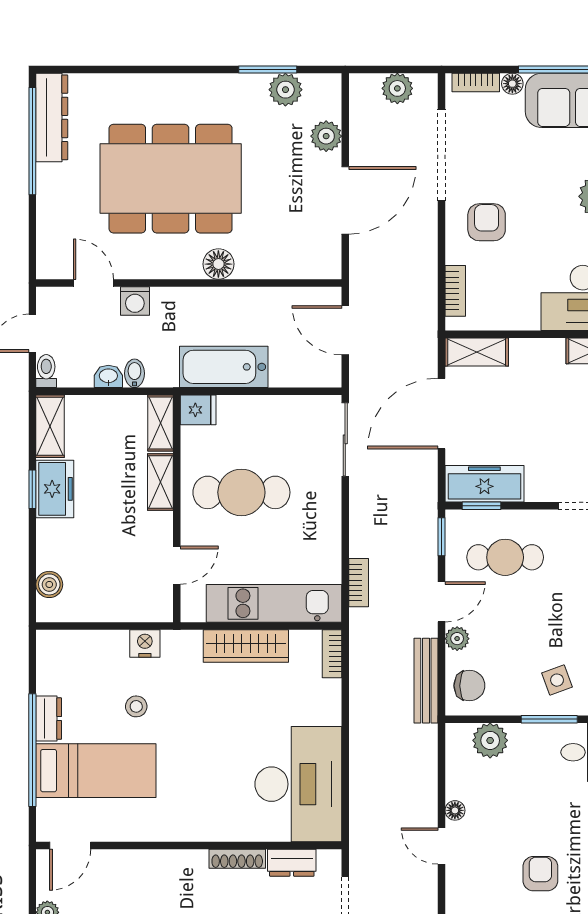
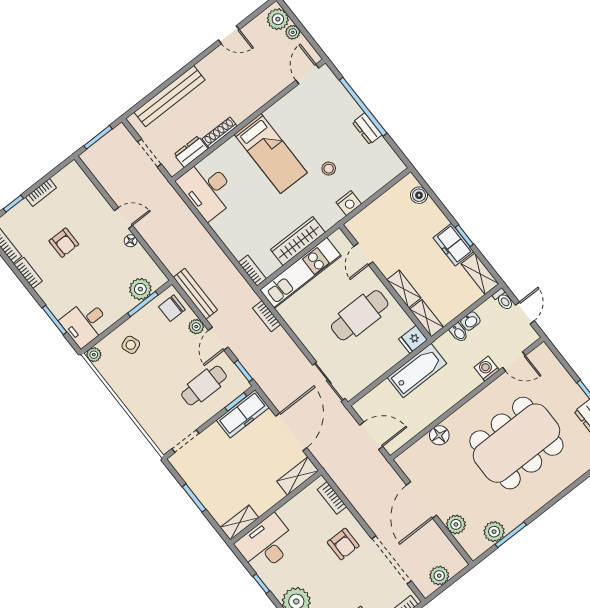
floor lamp: (218, 264) -> (439, 435), moved
window: (549, 719) -> (143, 304), moved
bed: (96, 771) -> (271, 154), moved, turned -90
desk: (298, 784) -> (207, 189), width x0.73, depth x0.77

